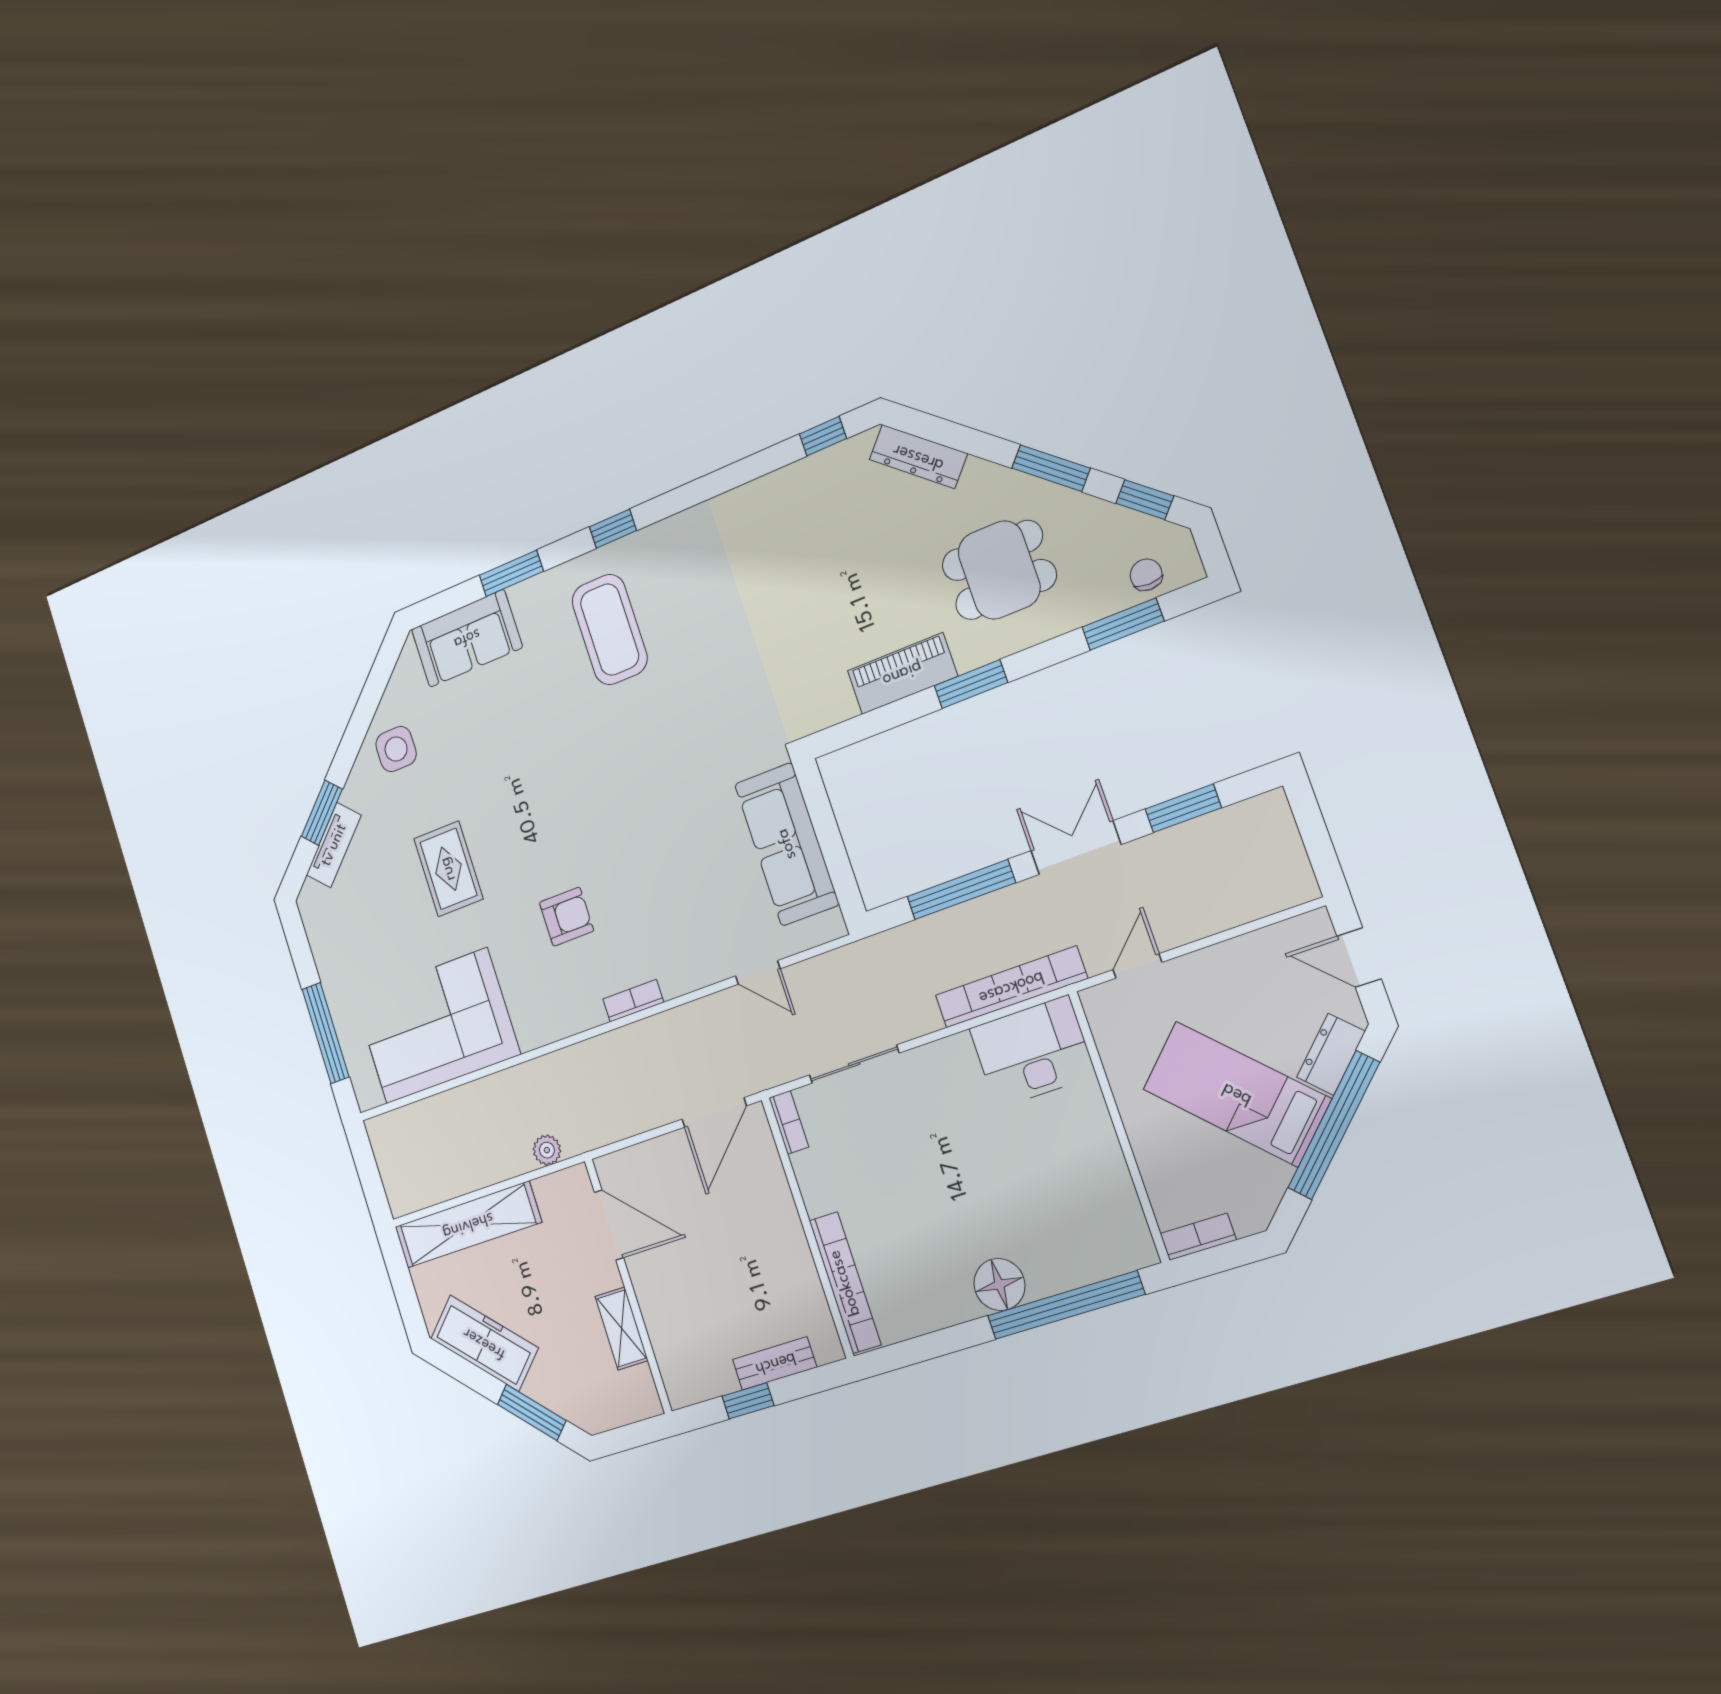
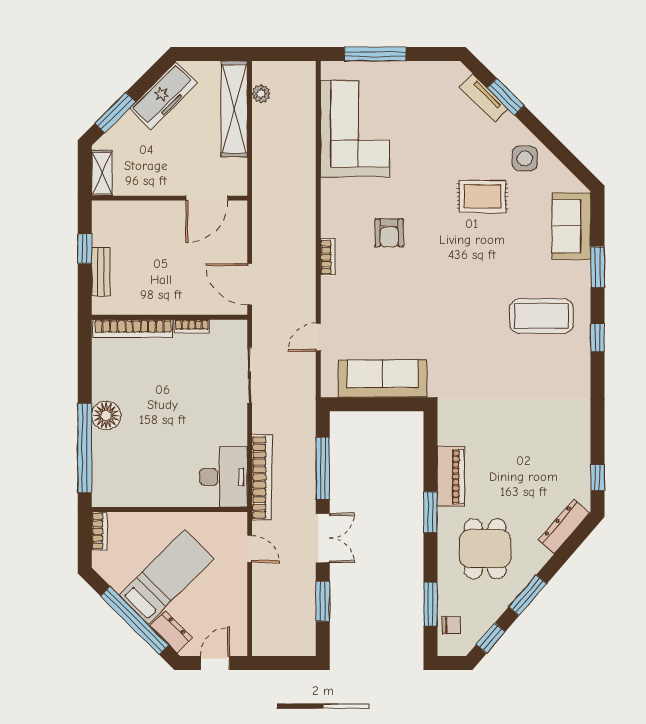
rug: (448, 869) -> (482, 196), moved
bookcase: (789, 1122) -> (192, 326), moved
plant: (547, 1150) -> (261, 94), moved
shelving: (622, 1328) -> (102, 173), moved, turned 90

